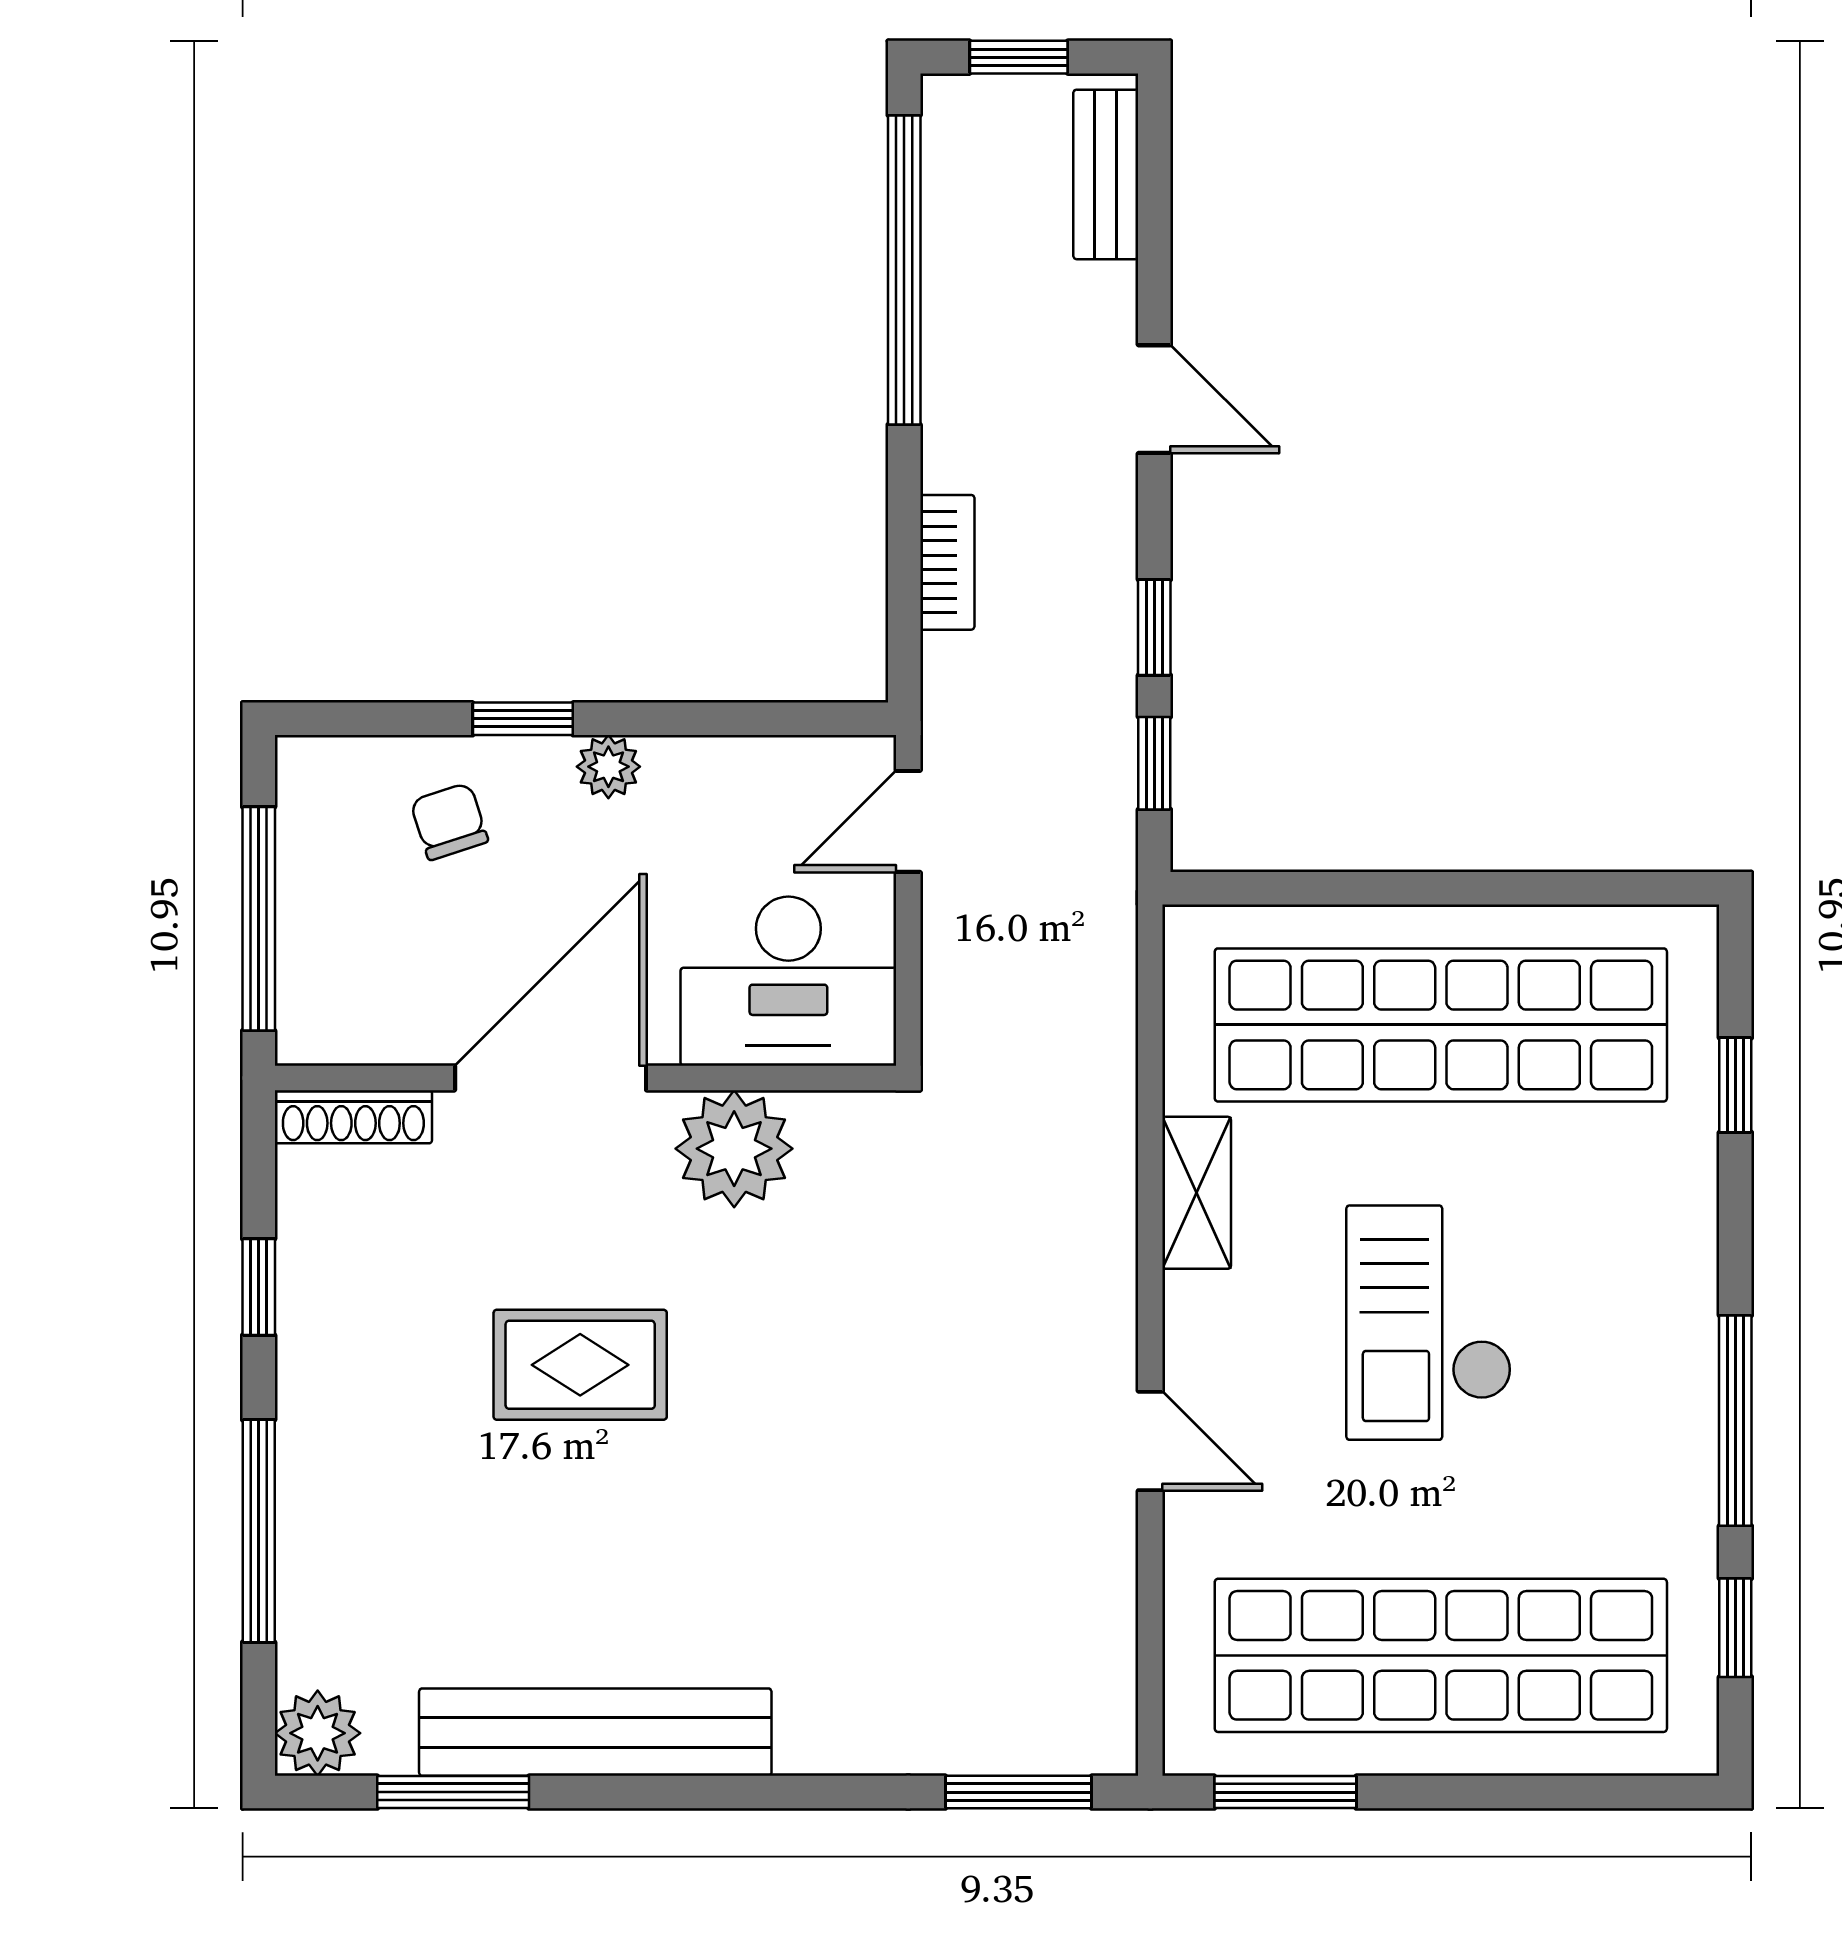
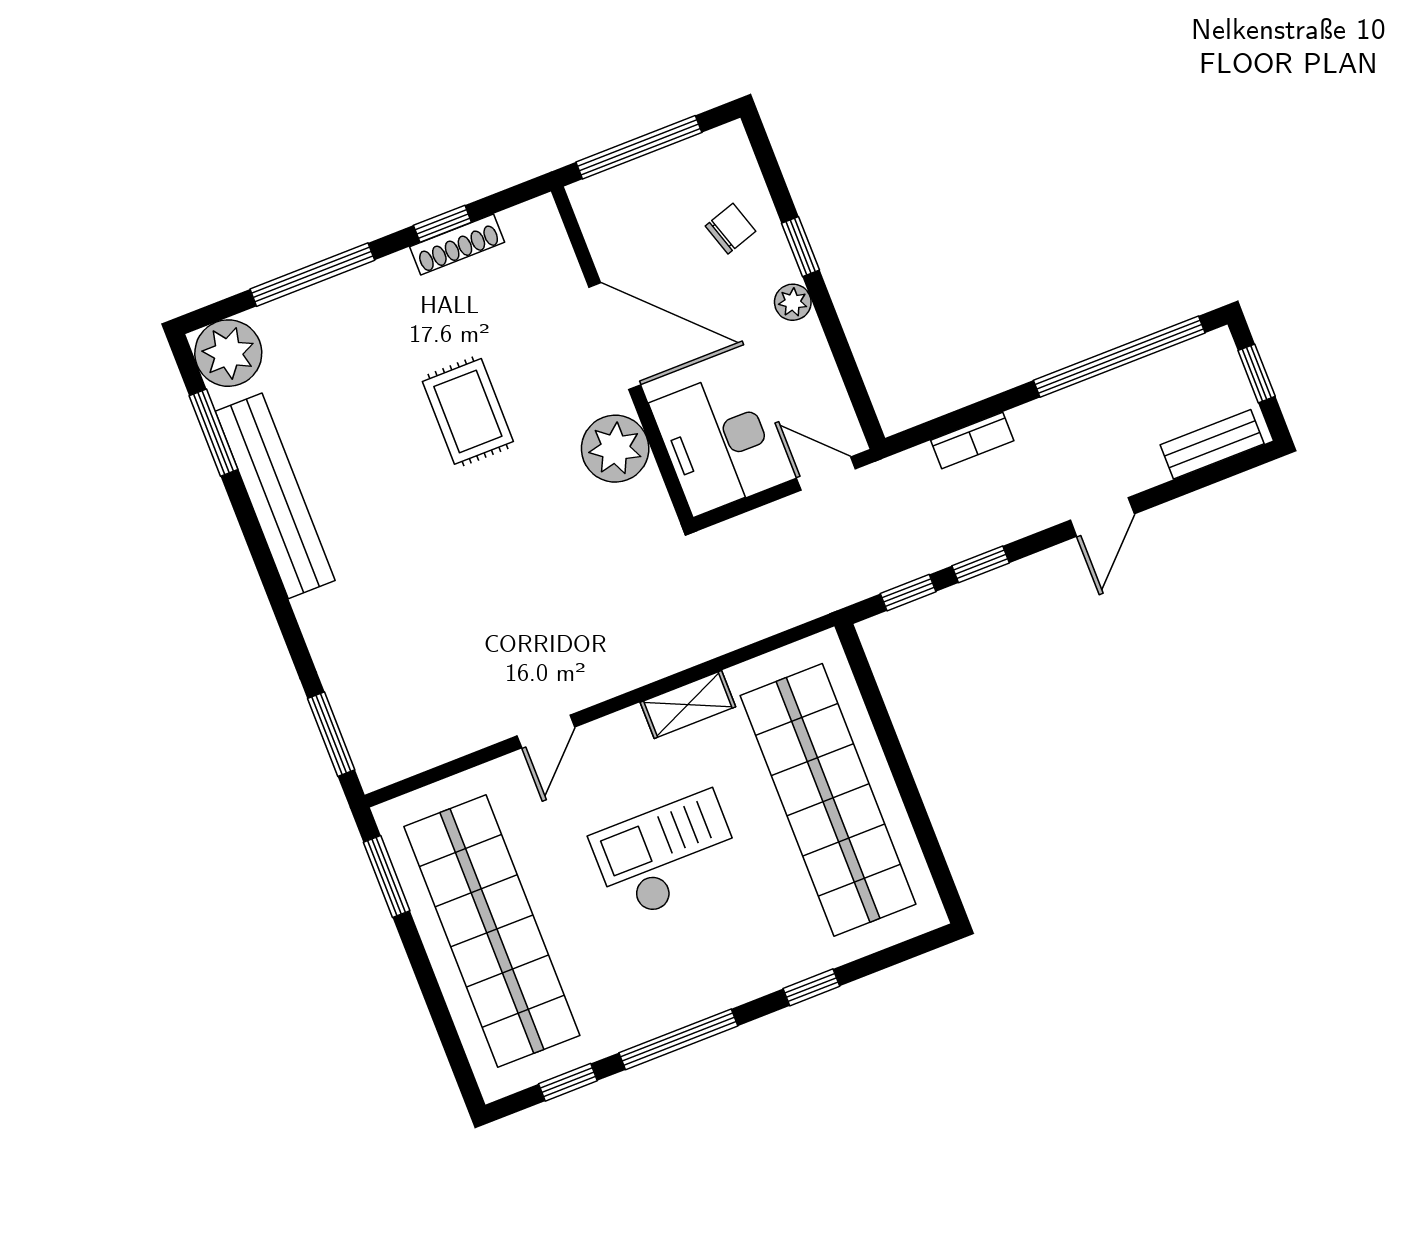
window: (1735, 1085) -> (811, 987), moved
shoe rack: (353, 1117) -> (457, 244), moved, turned -90
plant: (318, 1733) -> (228, 353), width x1.36, depth x1.36

